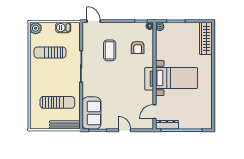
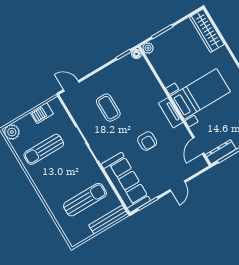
armchair: (138, 47) -> (147, 141), moved
sofa: (91, 113) -> (126, 182), width x1.36
door: (124, 130) -> (178, 186), swing flipped

